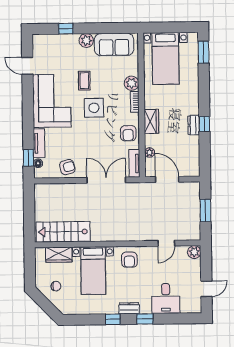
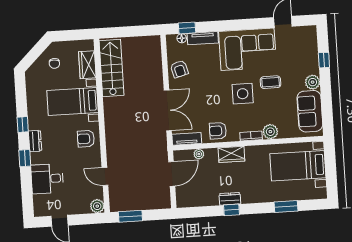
window: (203, 52) -> (286, 206), moved
window: (205, 210) -> (130, 216), moved

